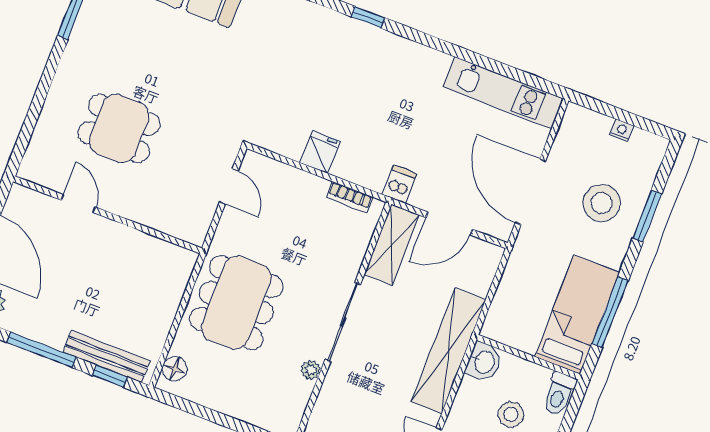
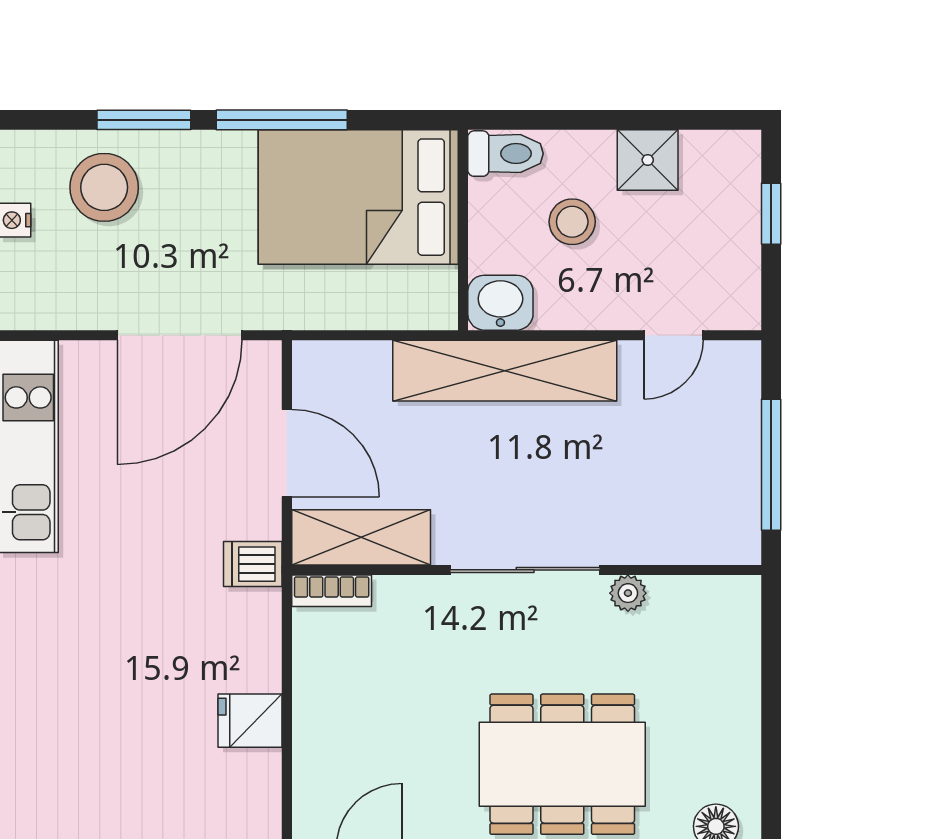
bookcase: (349, 197) -> (332, 591), moved, turned 90
stool: (602, 203) -> (104, 187), moved
window: (610, 312) -> (282, 120), moved
bed: (577, 315) -> (358, 197), width x1.50

